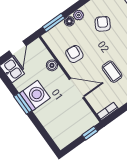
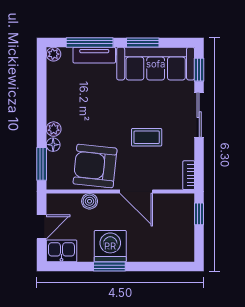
armchair: (103, 24) -> (84, 108), removed
door: (18, 48) -> (42, 227), hinge flipped
armchair: (74, 54) -> (95, 166), width x1.88, depth x1.88
door: (77, 88) -> (136, 192), swing flipped

